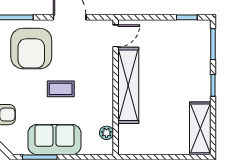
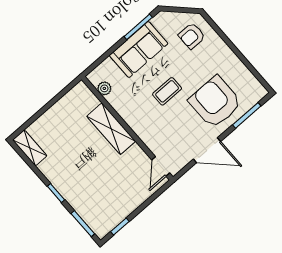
shelving: (128, 85) -> (111, 129), width x0.68
shelving: (200, 128) -> (30, 148), width x0.67, depth x0.75

